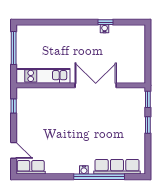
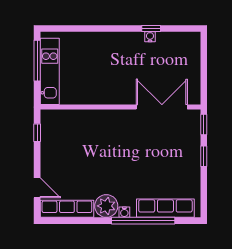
kitchen unit: (43, 76) -> (50, 71), moved, turned 90
double door: (96, 85) -> (162, 107), moved
plant: (69, 165) -> (106, 206), added
row of seats: (31, 167) -> (67, 209), width x1.48

